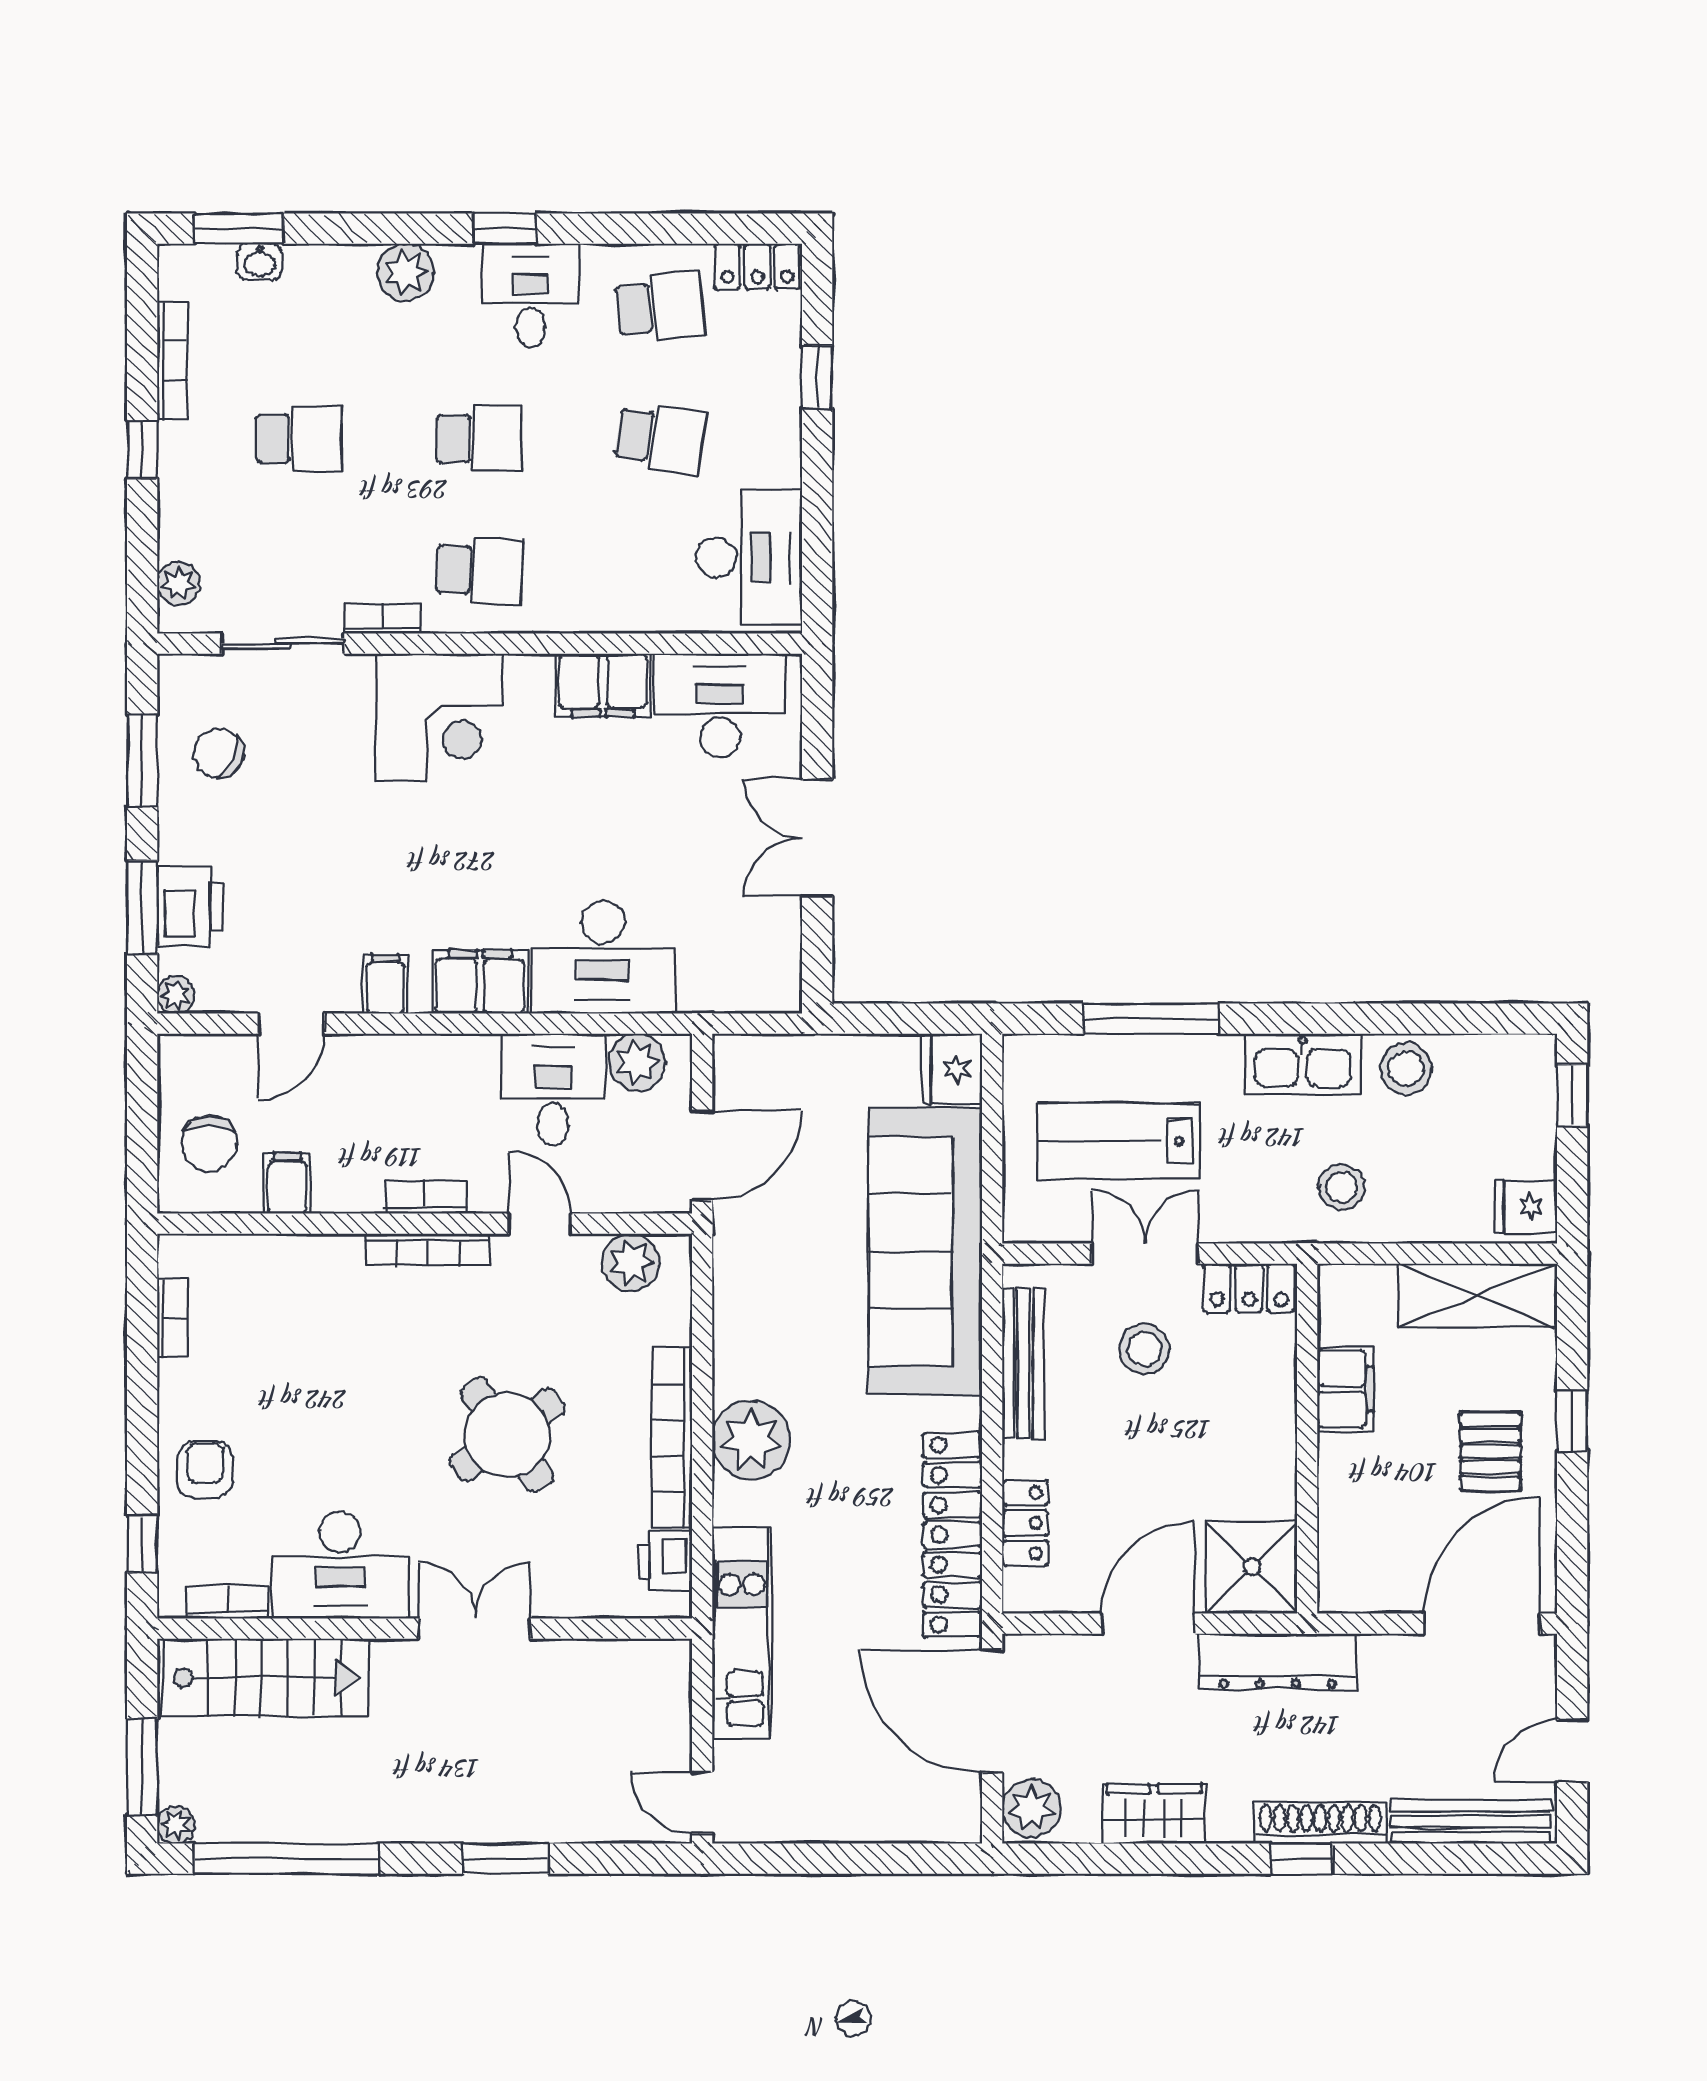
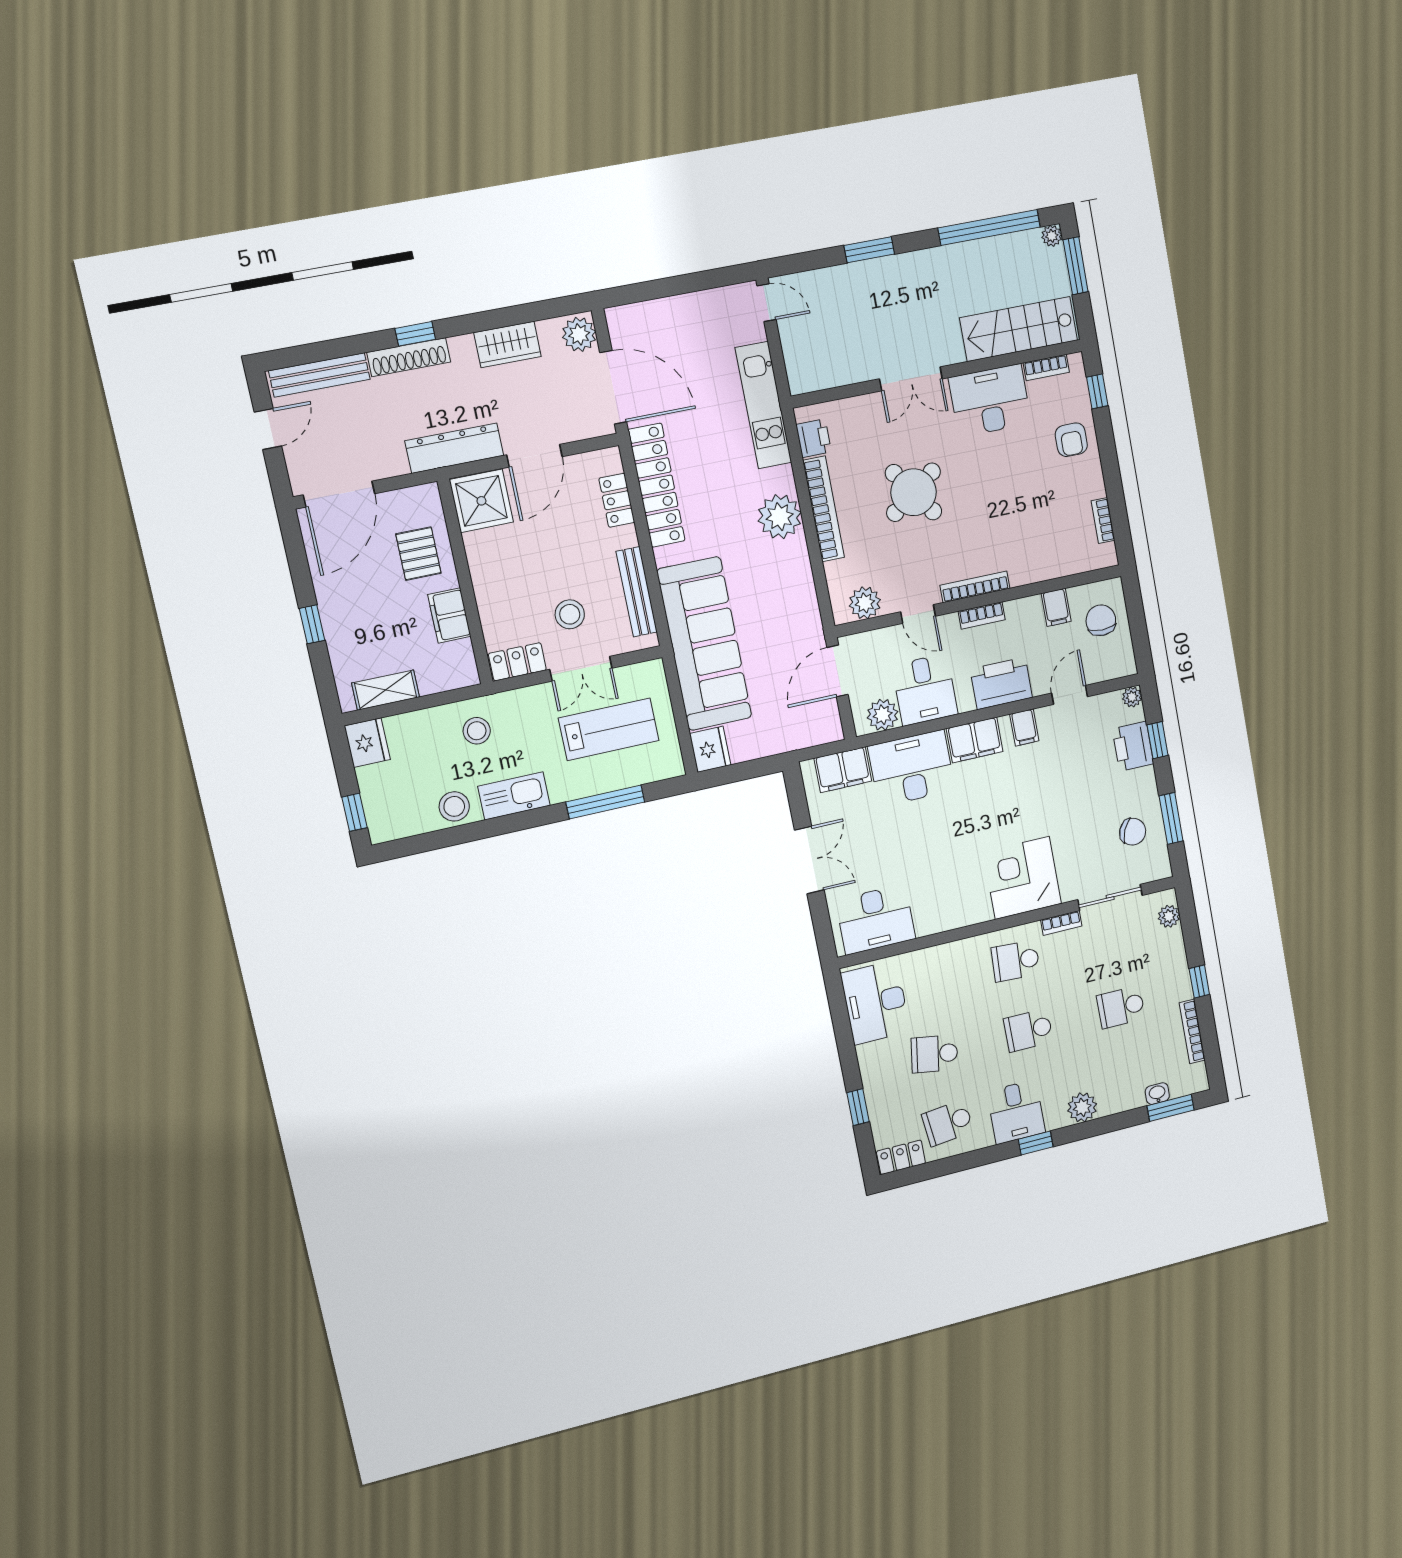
filing cabinet: (603, 685) -> (843, 770), moved, turned 180
window: (142, 907) -> (1158, 740), width x0.67
printer: (412, 1071) -> (1001, 683), added
fridge: (1526, 1207) -> (367, 743), width x1.38
shelving: (1477, 1295) -> (386, 690), width x0.67, depth x0.75
pallet: (1490, 1451) -> (418, 554), moved

